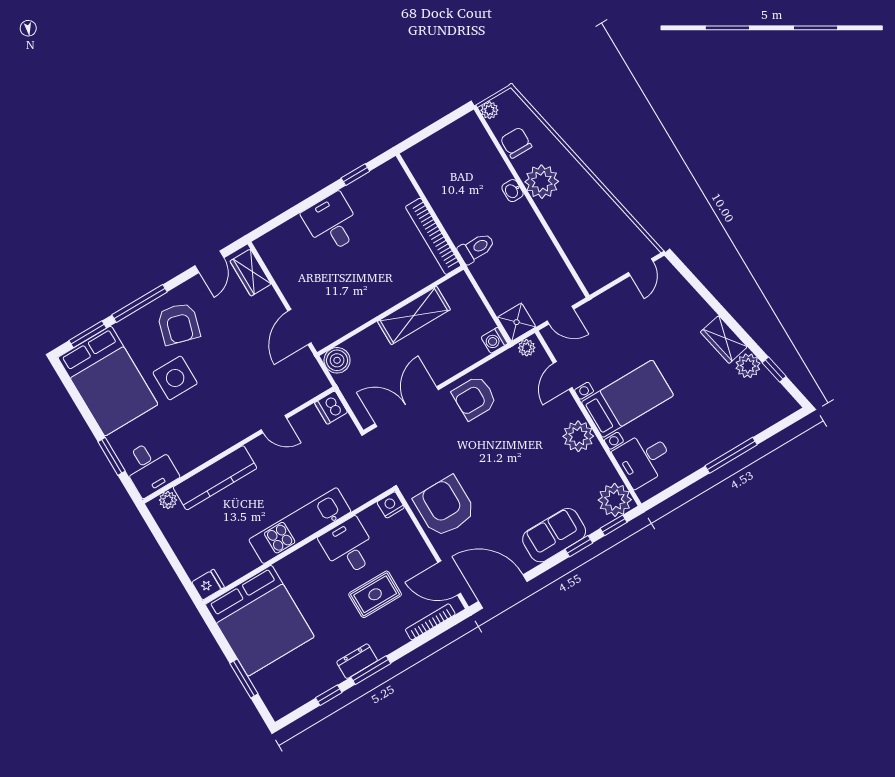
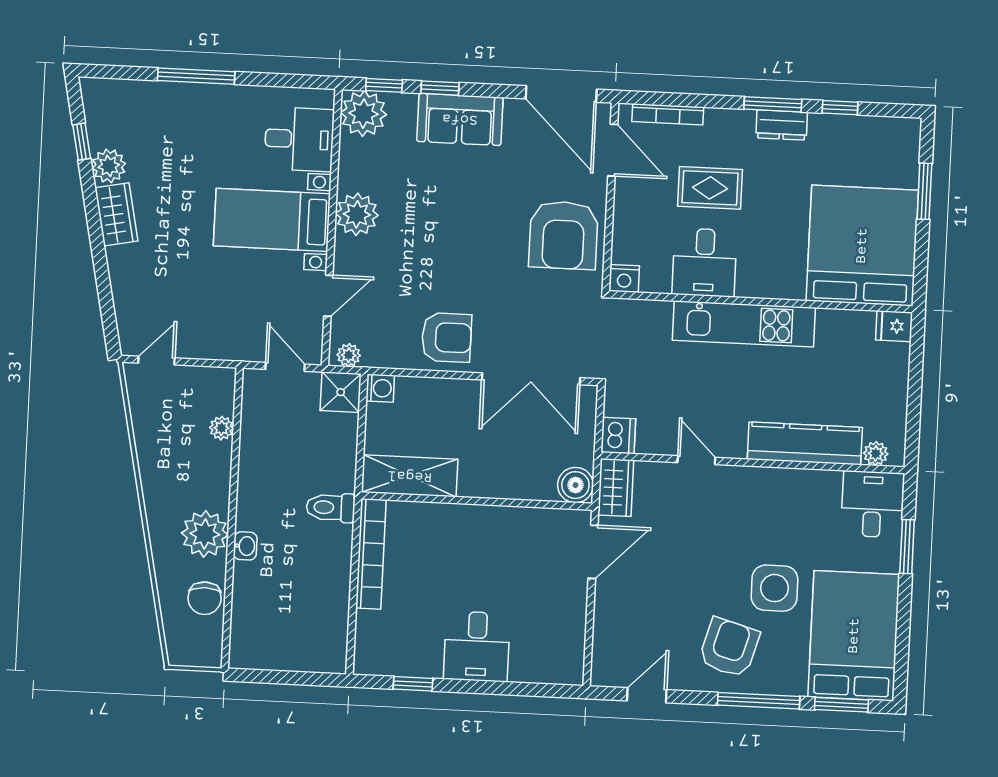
plant: (489, 110) -> (222, 428), moved
wardrobe: (251, 273) -> (616, 488), moved
shelving: (414, 315) -> (410, 476), moved

